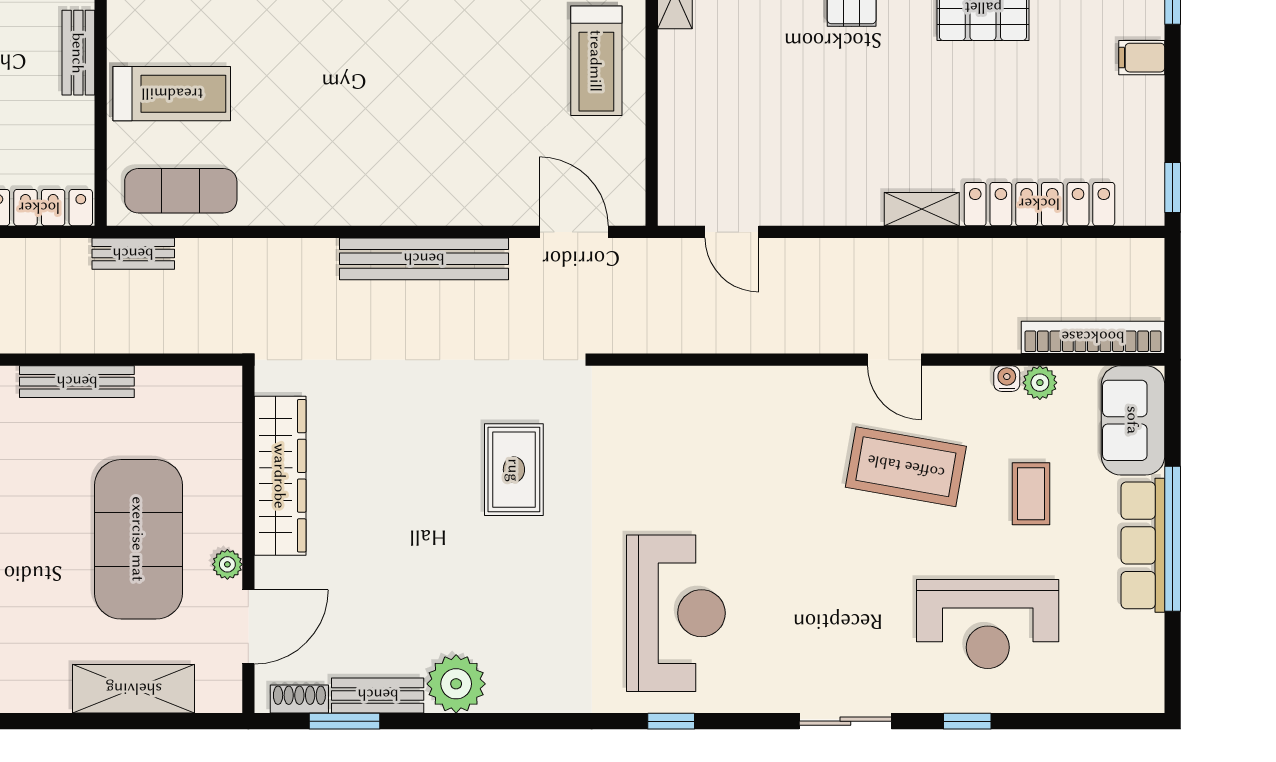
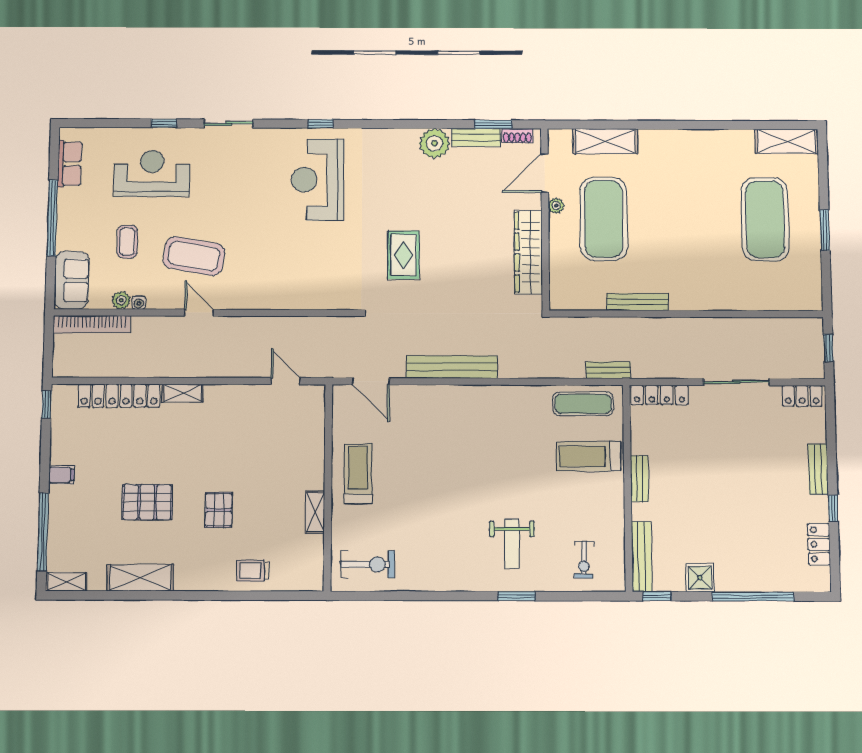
row of seats: (1143, 545) -> (70, 164), moved, width x0.68

